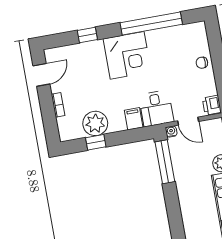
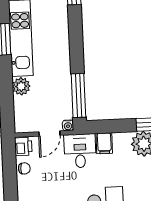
chair: (202, 63) -> (24, 168), moved
door: (188, 121) -> (49, 134), swing flipped

